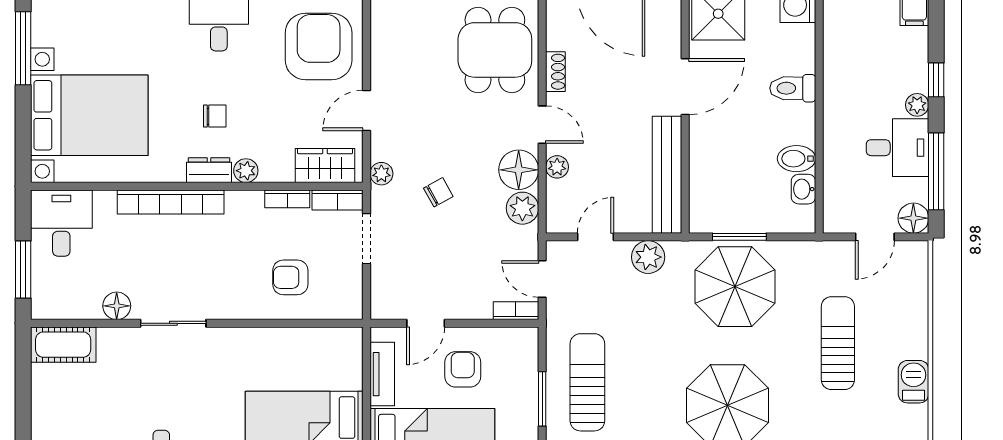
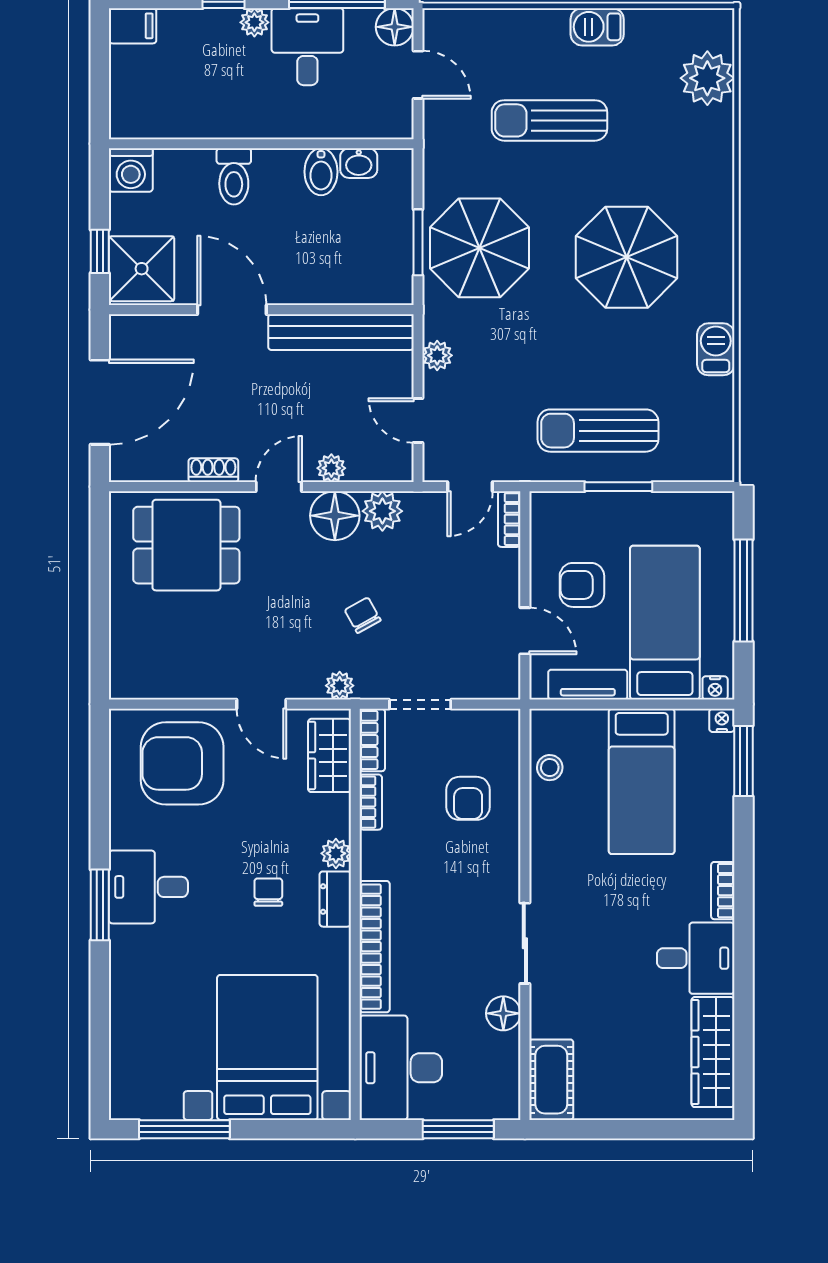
desk: (61, 223) -> (401, 1068), width x1.37
plant: (648, 257) -> (437, 355), width x0.73, depth x0.73
stool: (315, 343) -> (550, 768), added

